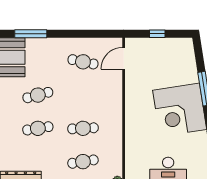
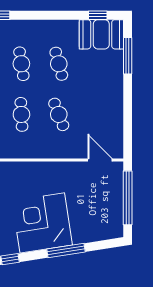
window: (157, 34) -> (128, 198), width x3.17
cafe table: (83, 62) -> (59, 114), moved, turned -33

